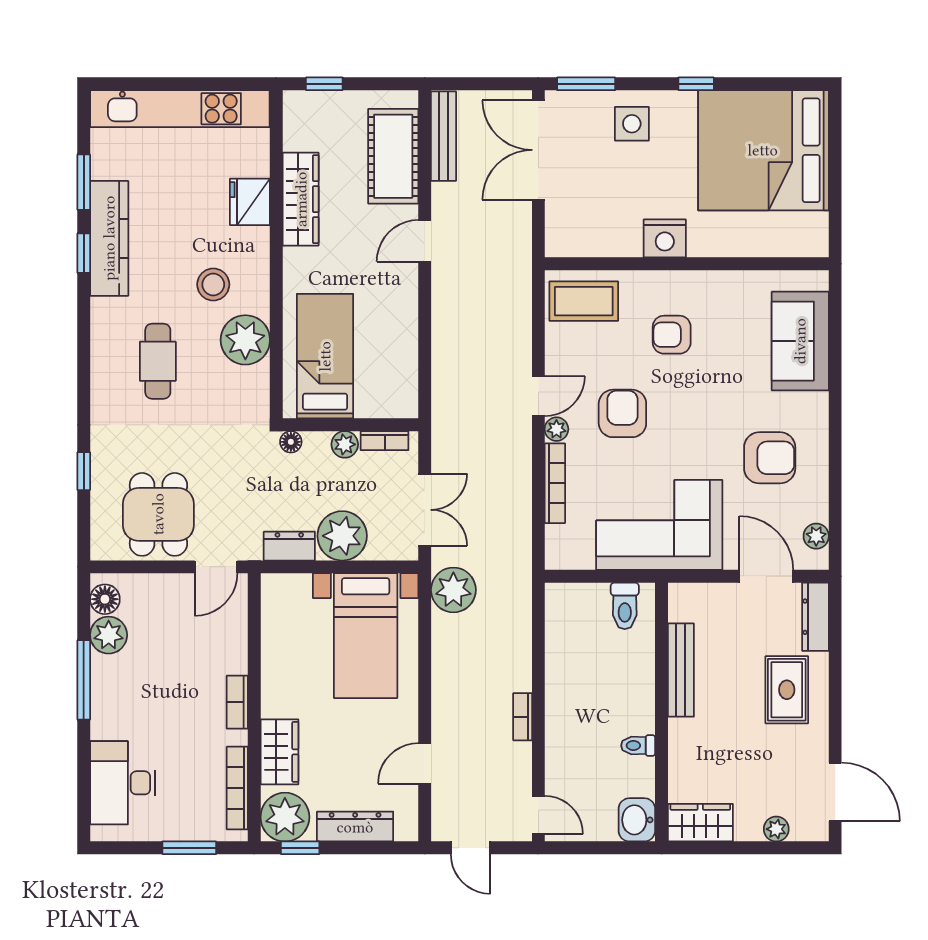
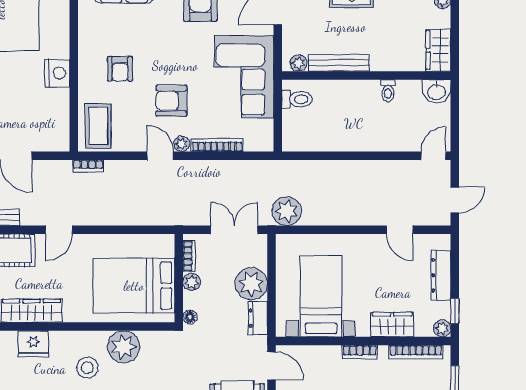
door: (425, 241) -> (59, 230), hinge flipped
bed: (325, 356) -> (134, 286), width x1.50
plant: (680, 608) -> (298, 63), added
bed with nightstands: (366, 636) -> (321, 296), moved, turned -90
bookcase: (523, 717) -> (88, 166), moved
plant: (285, 817) -> (442, 328), width x0.53, depth x0.53

